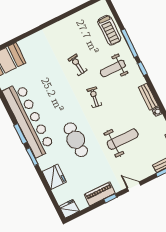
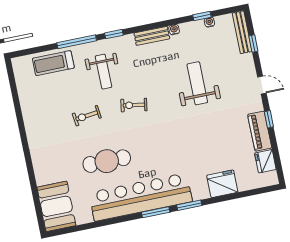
treadmill: (109, 30) -> (53, 63), turned 180
cafe table: (76, 140) -> (107, 161), moved
door: (134, 187) -> (262, 85), swing flipped
fridge: (69, 209) -> (265, 161), moved

